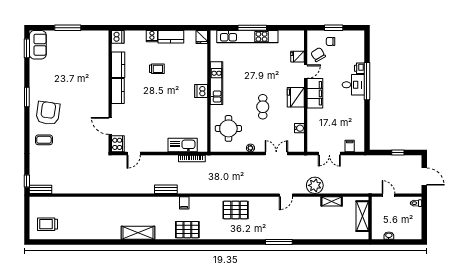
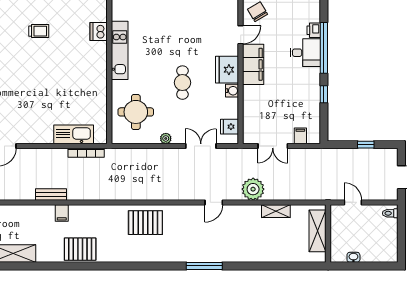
fridge: (298, 57) -> (230, 127), moved
dishwasher: (201, 91) -> (99, 32), moved
window: (367, 115) -> (324, 94), added
water cooler: (299, 128) -> (232, 91), moved
filing cabinet: (184, 203) -> (62, 213), moved

